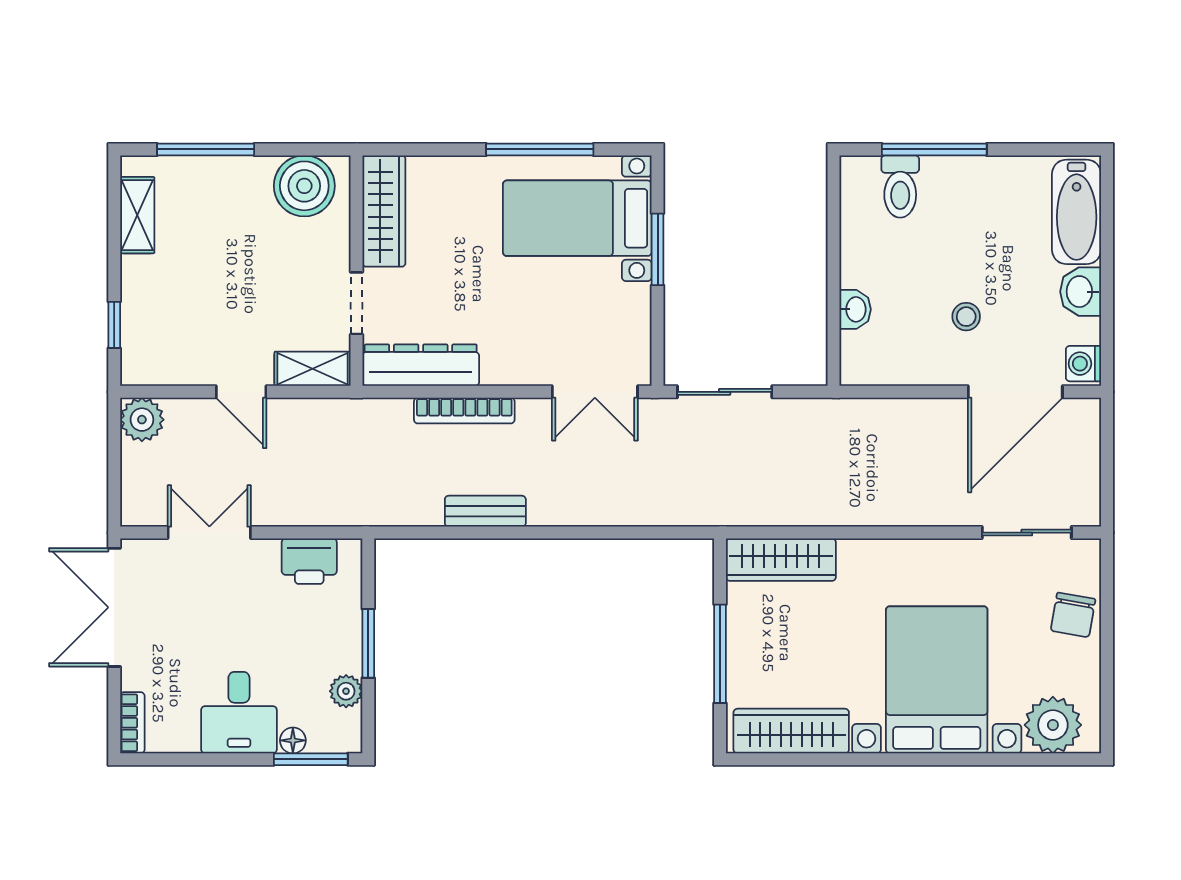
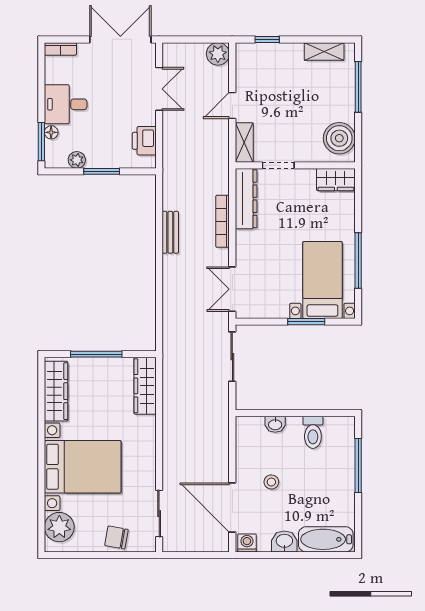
toilet: (900, 187) -> (313, 432), moved, turned -90
wardrobe: (384, 211) -> (336, 180), width x0.67

